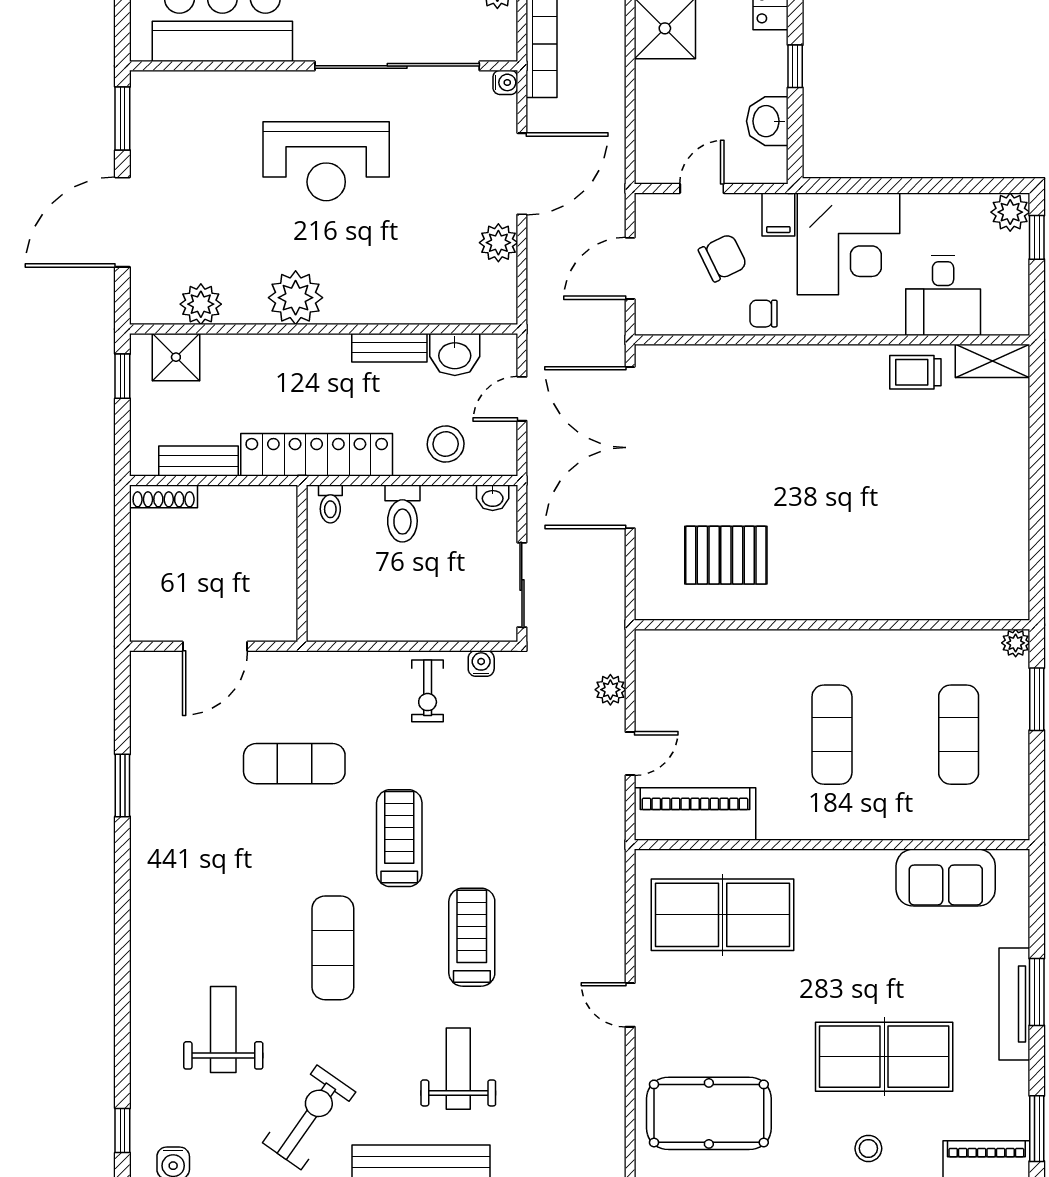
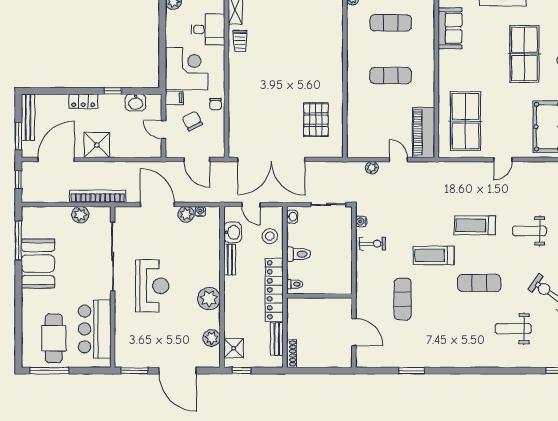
water cooler: (505, 82) -> (200, 211), moved

